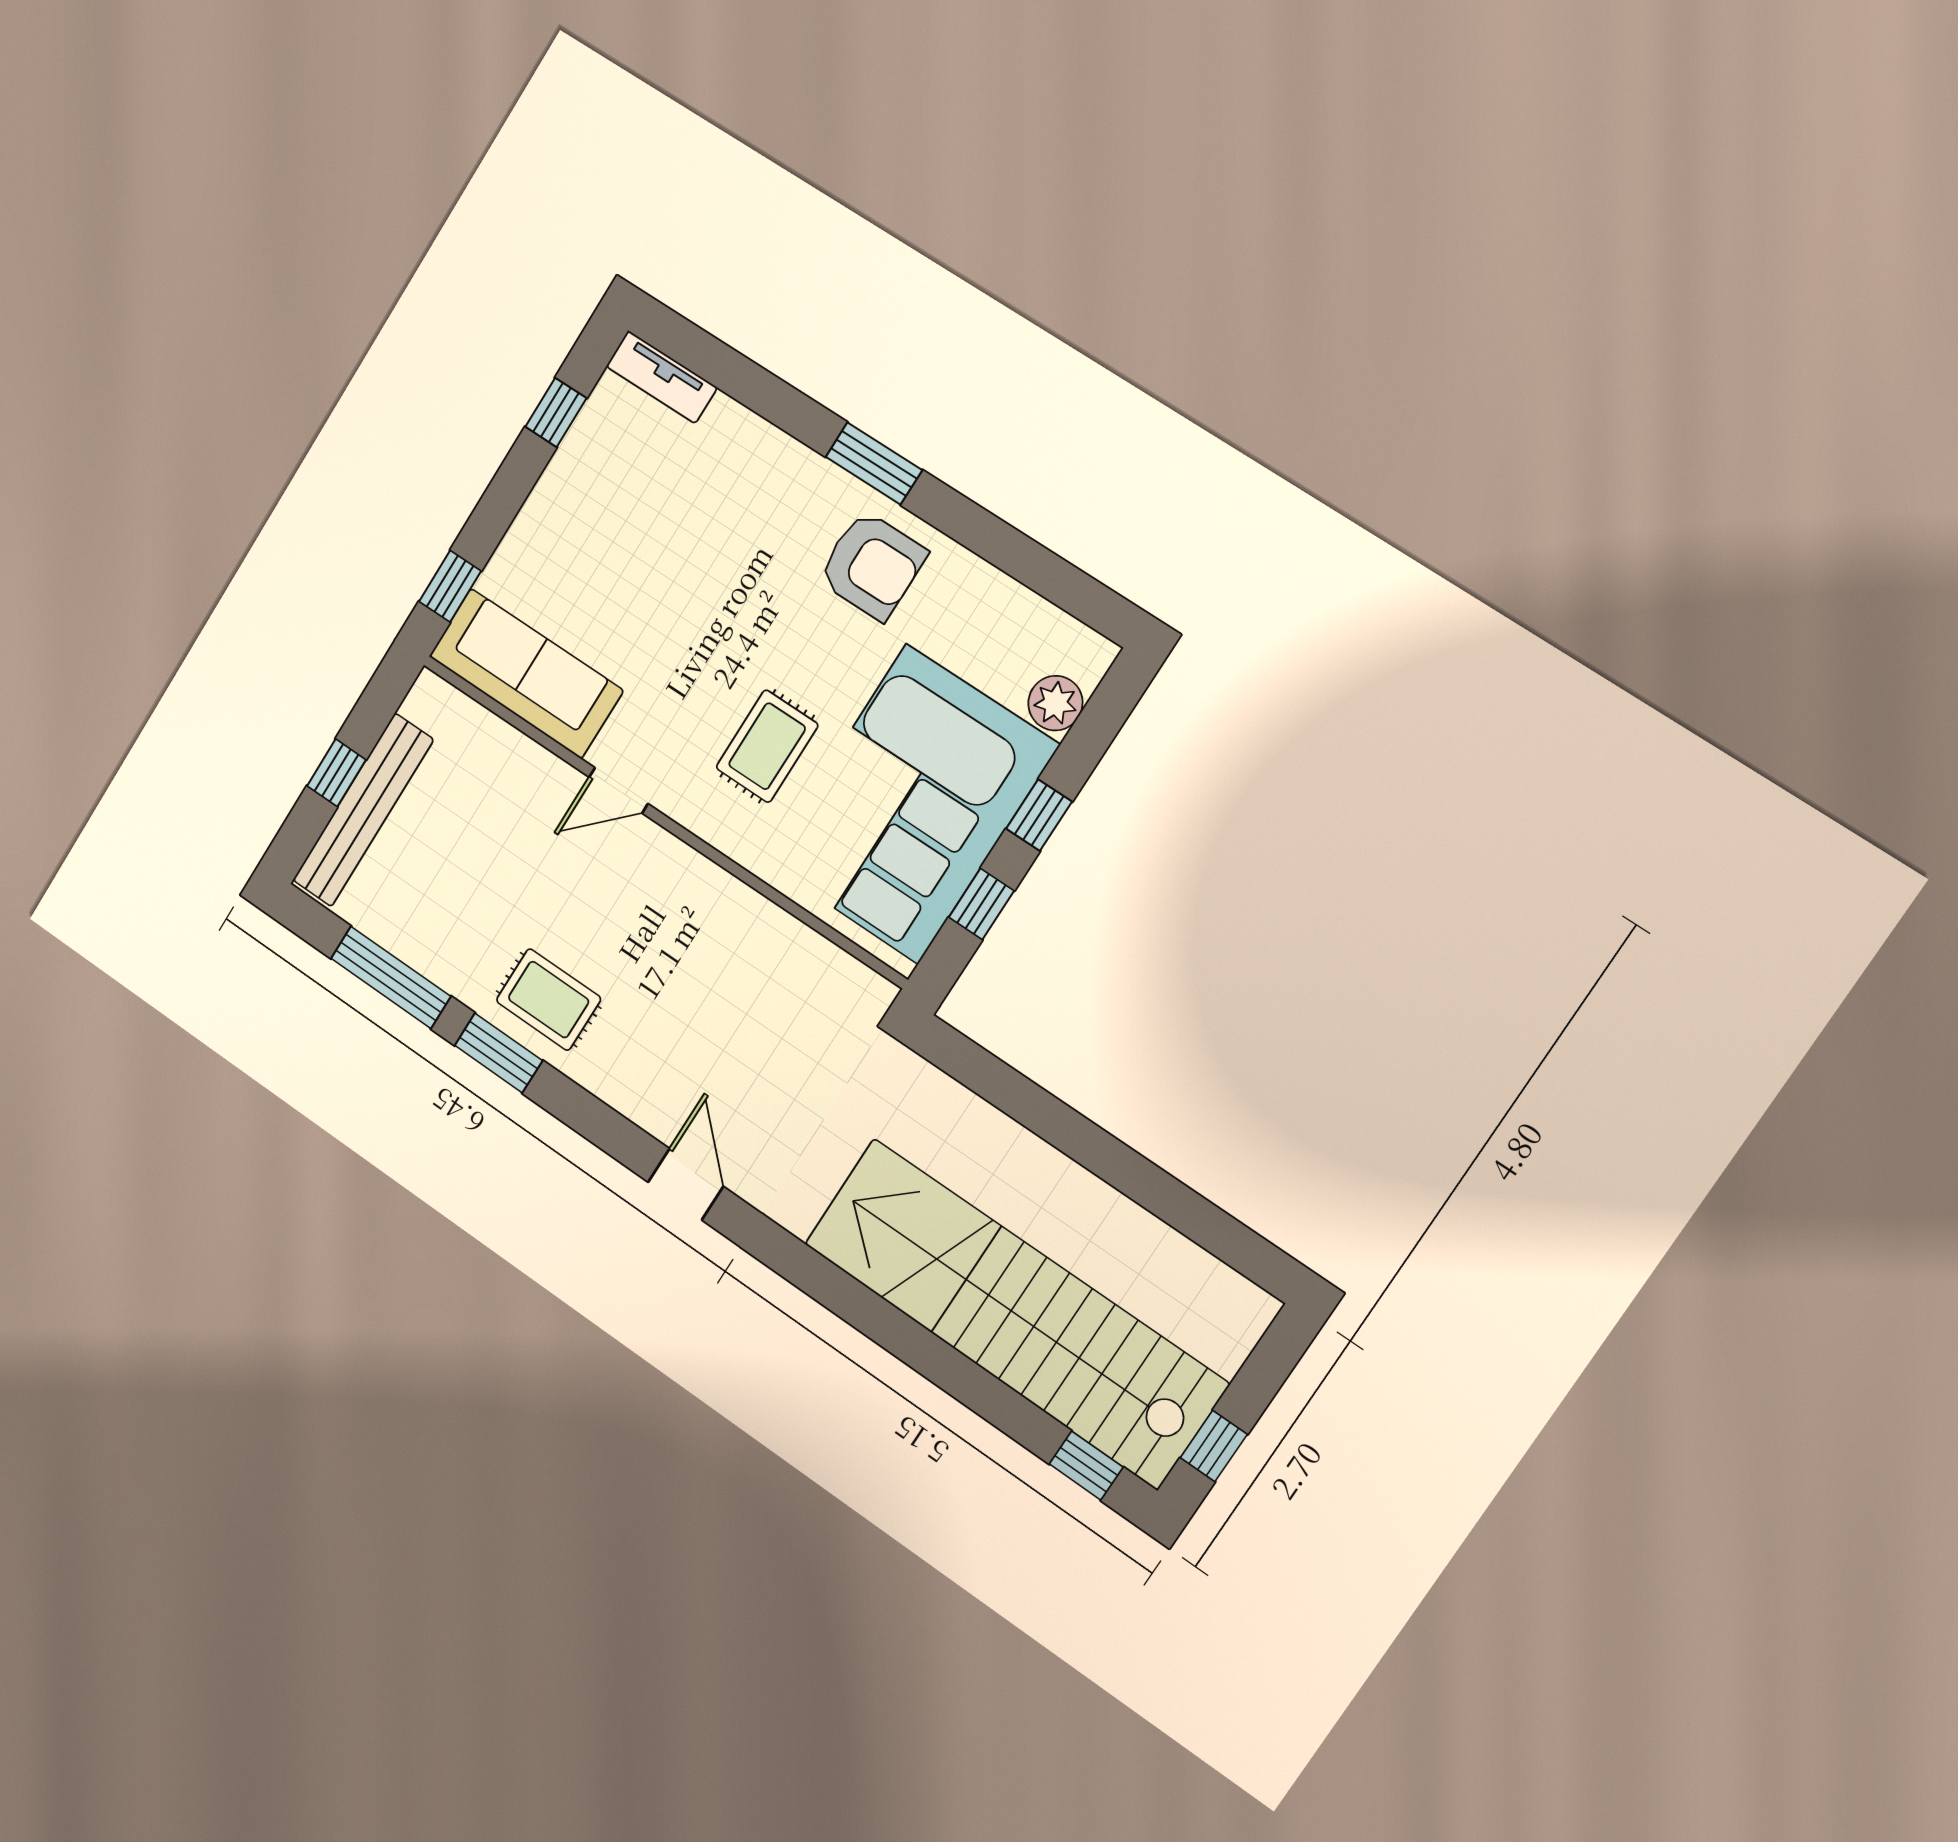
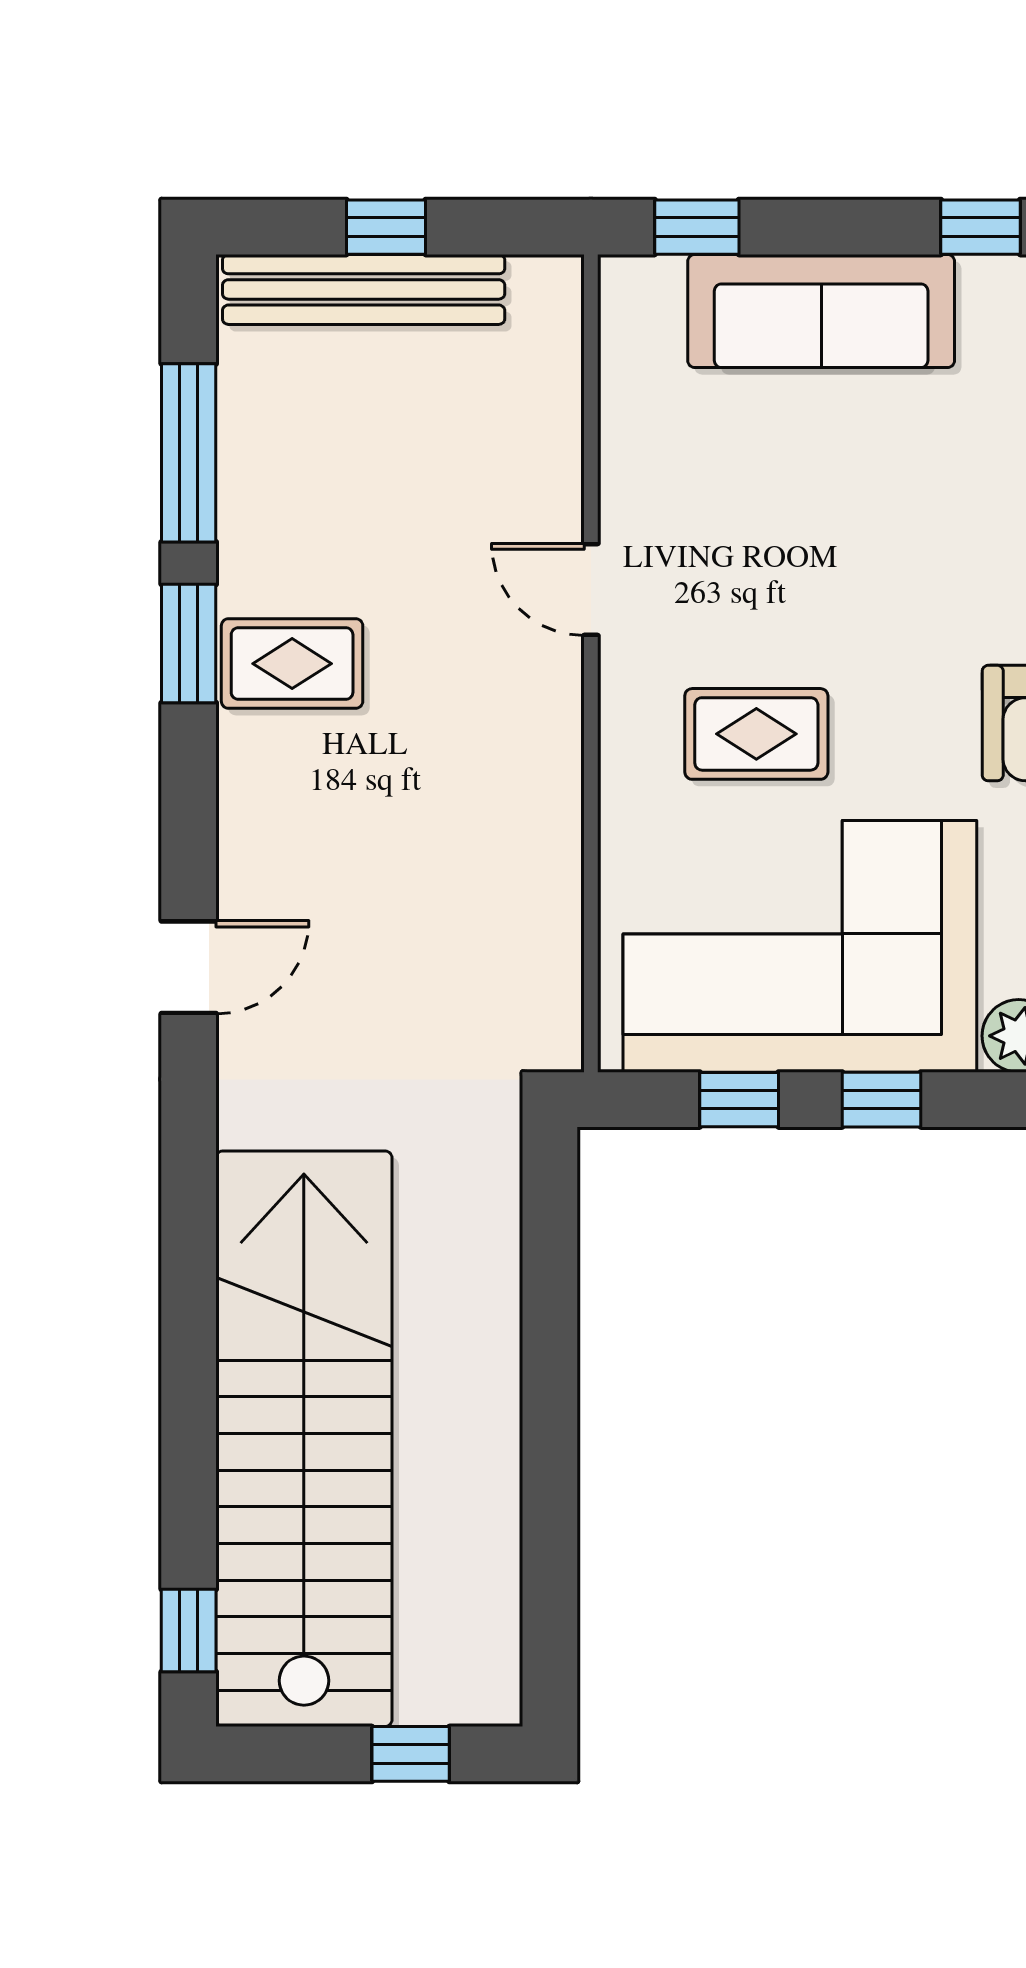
sofa: (526, 673) -> (821, 311), moved, turned 90
rug: (549, 1000) -> (292, 664), turned 90
window: (1214, 1446) -> (411, 1754), moved

